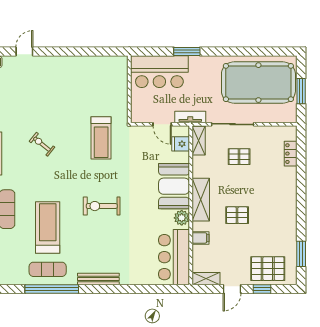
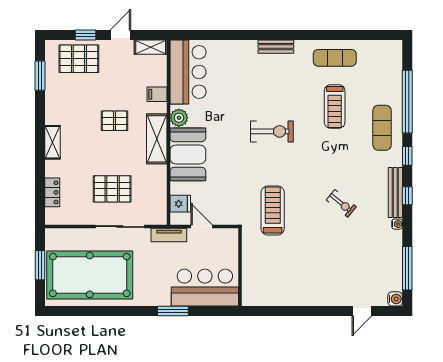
shelving: (199, 141) -> (53, 142), moved
pallet: (239, 157) -> (112, 189), width x1.50, depth x1.42
treadmill: (48, 227) -> (335, 107), width x0.73, depth x0.73
bench: (98, 279) -> (276, 47), width x0.73
window: (52, 289) -> (330, 35), removed

